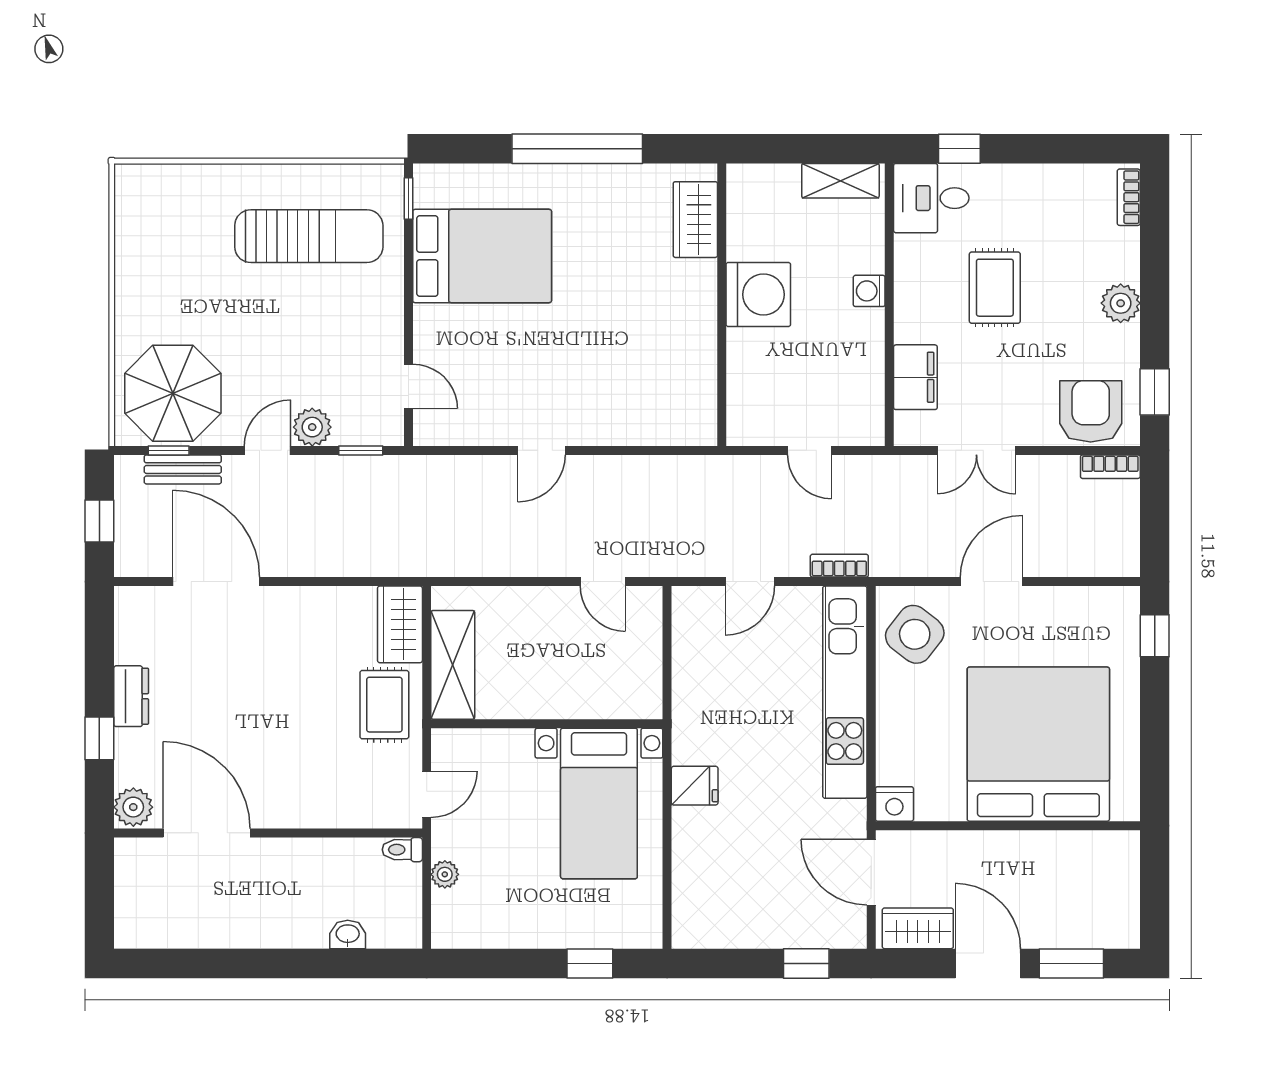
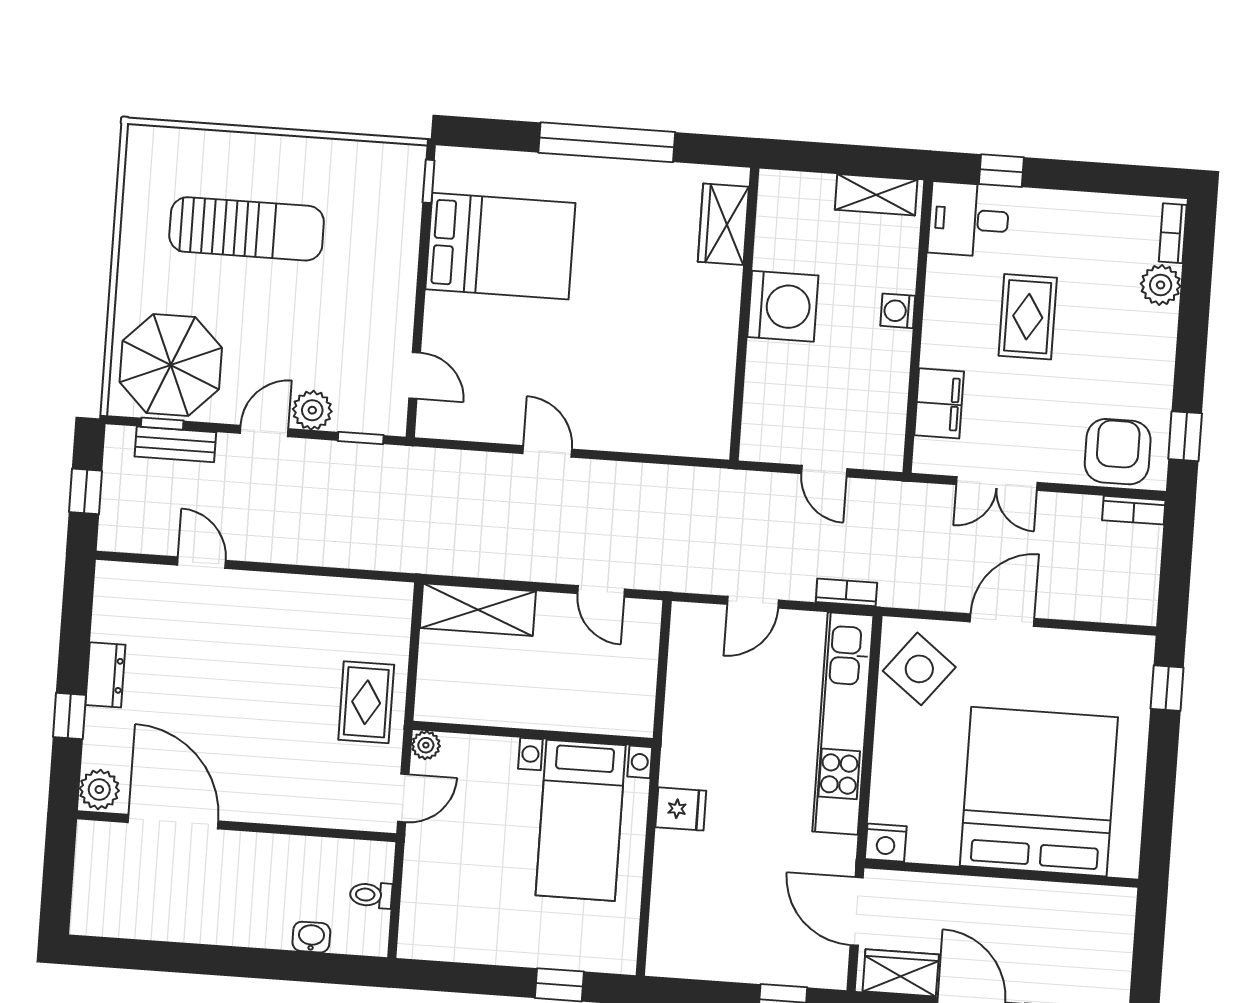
sun lounger: (309, 236) -> (247, 229), moved
plant: (1121, 303) -> (1161, 285), moved
door: (541, 450) -> (547, 451), swing flipped
door: (216, 582) -> (202, 563), width x0.53
wardrobe: (400, 624) -> (388, 621), removed
shelving: (453, 665) -> (478, 610), moved, turned 90
toilet: (402, 850) -> (371, 895), moved
plant: (445, 874) -> (426, 745), moved

